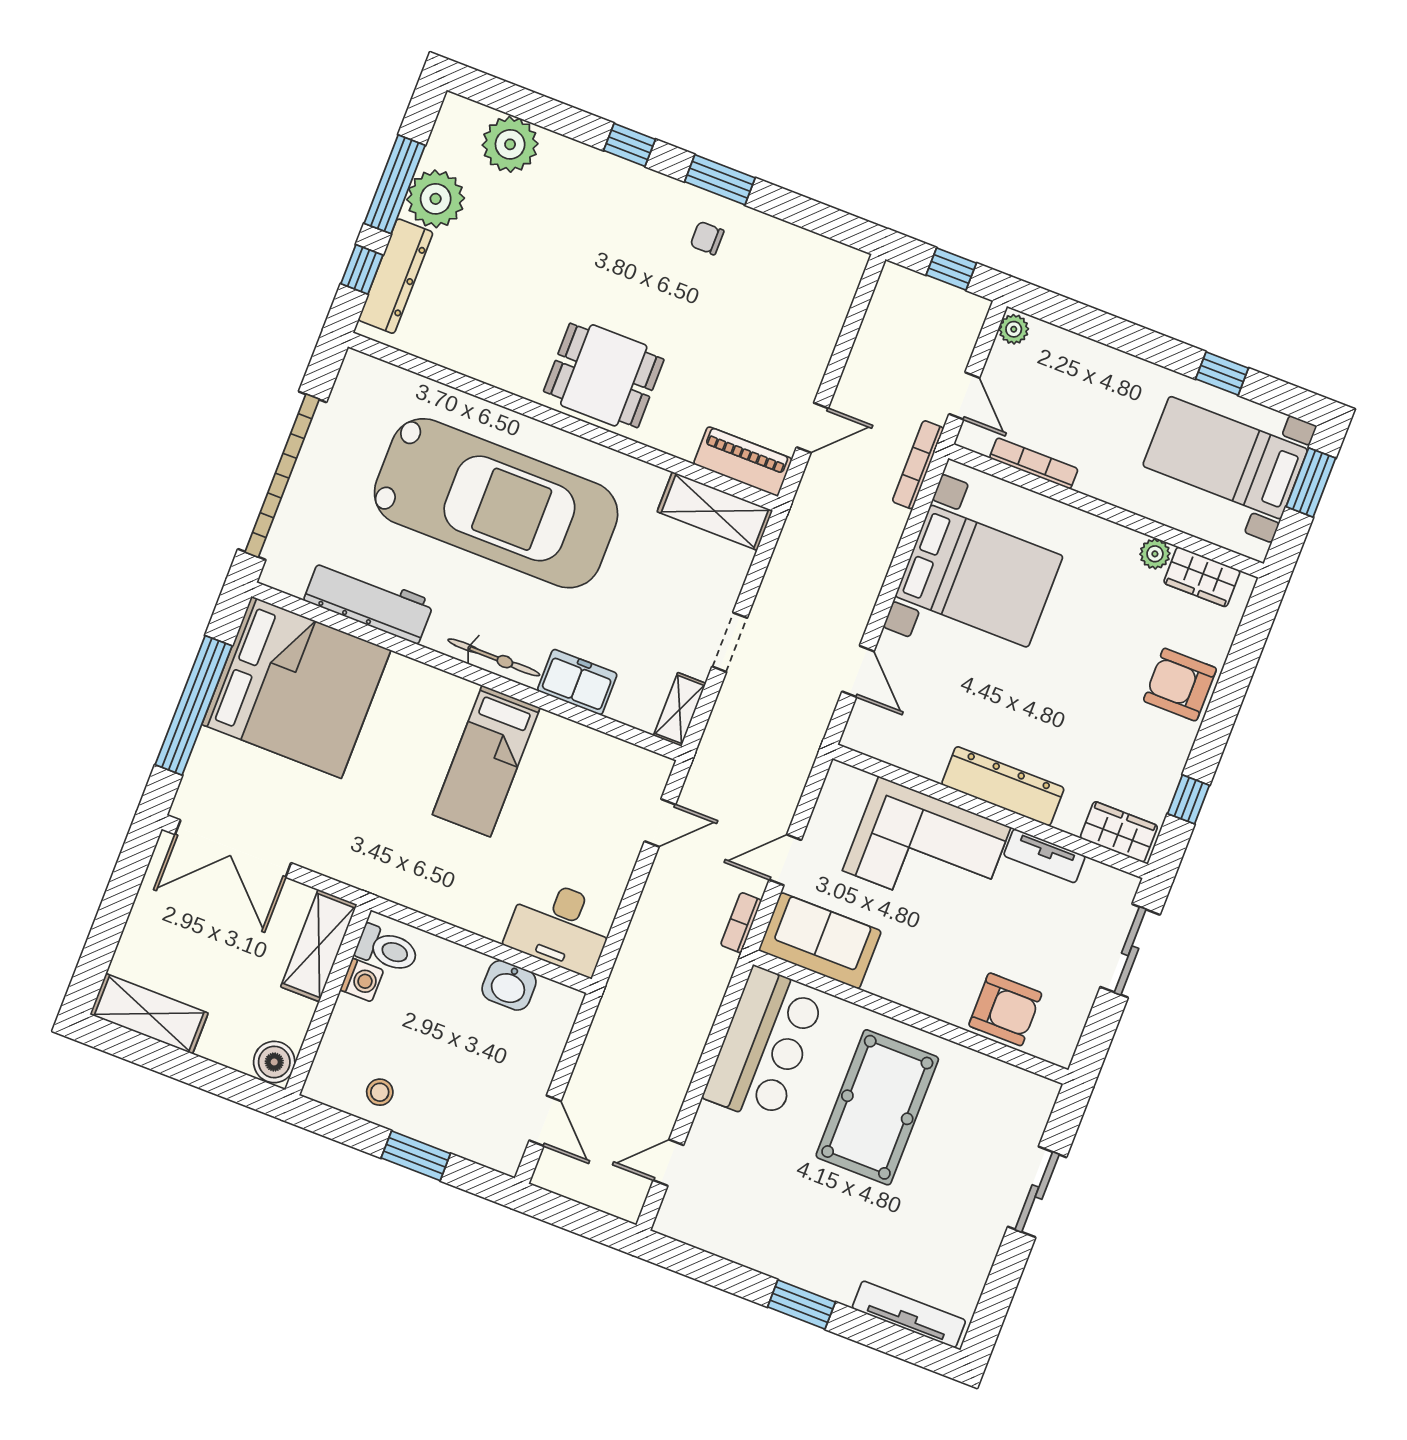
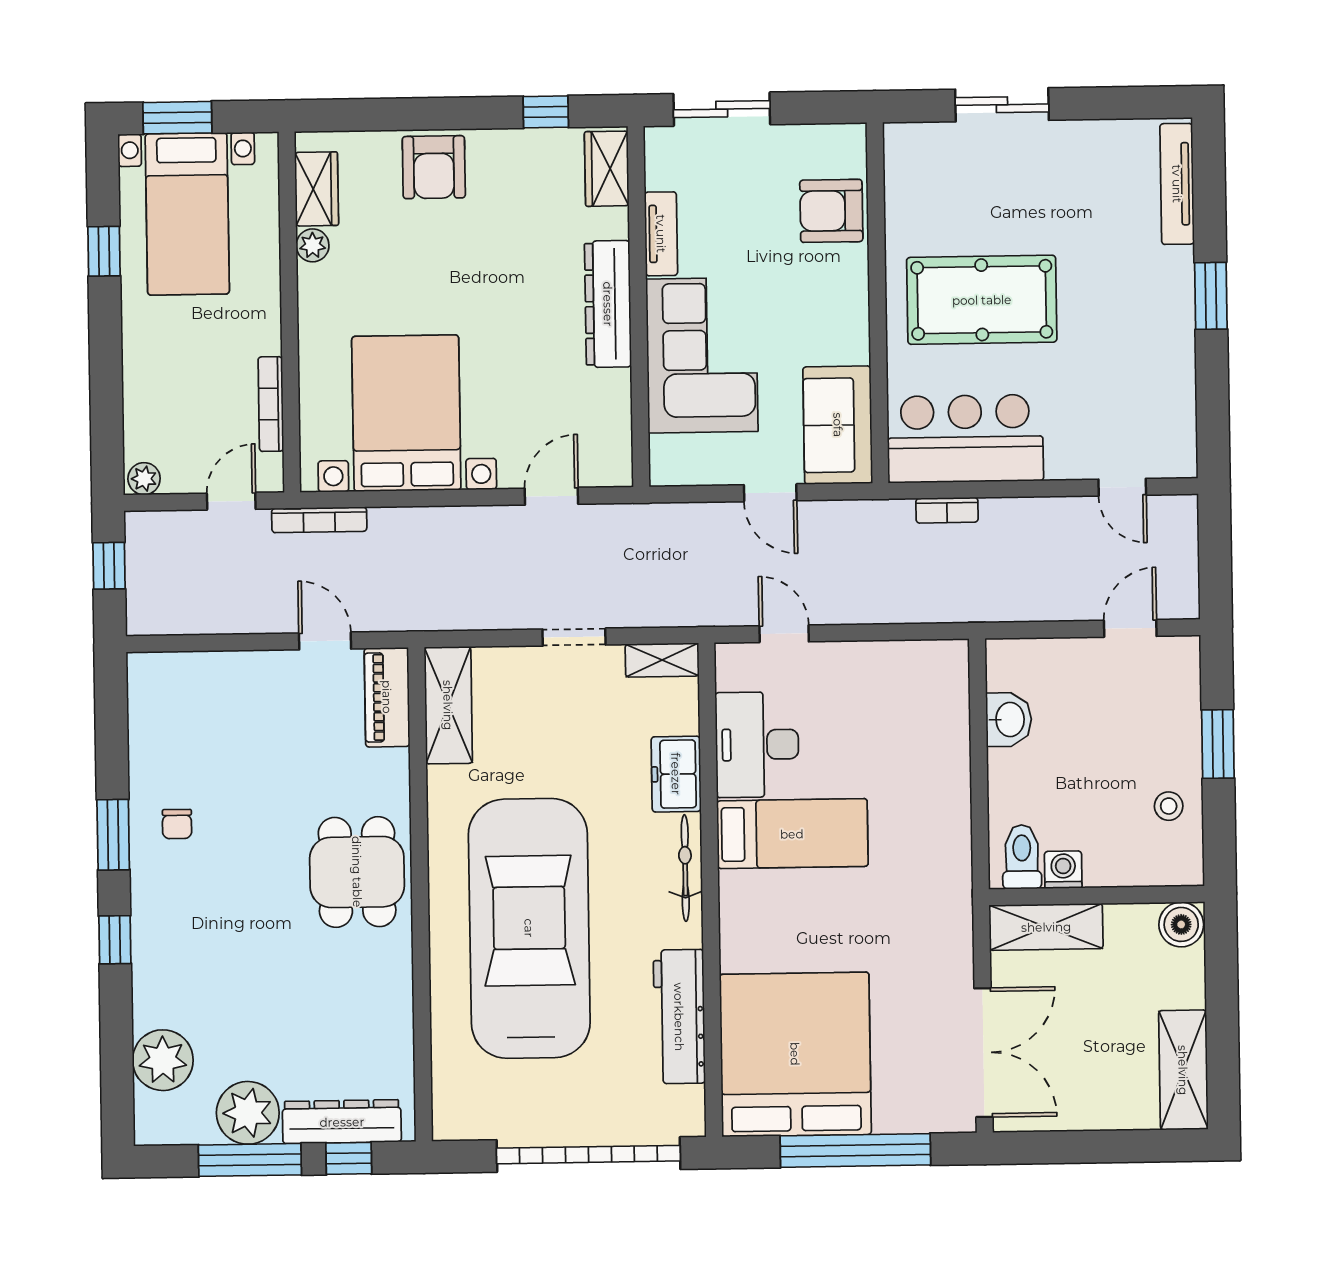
bookcase: (741, 923) -> (947, 510), moved
desk: (560, 926) -> (757, 745), moved, turned 180
armchair: (1005, 1009) -> (831, 211), turned -90

